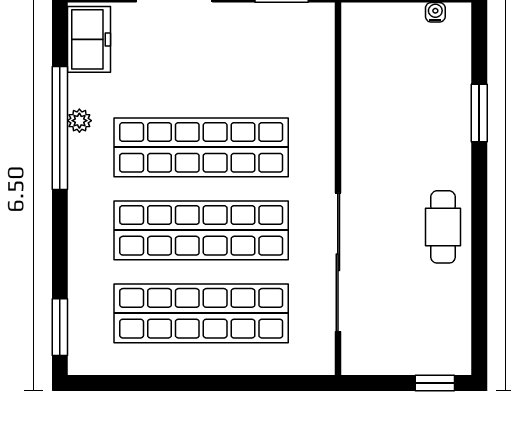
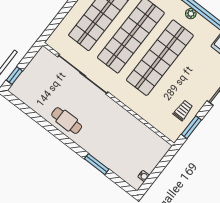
trolley: (263, 33) -> (183, 110), added
plant: (79, 121) -> (191, 14), moved

